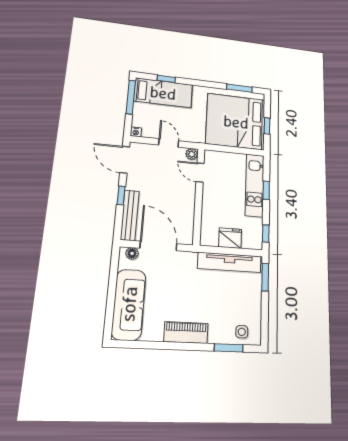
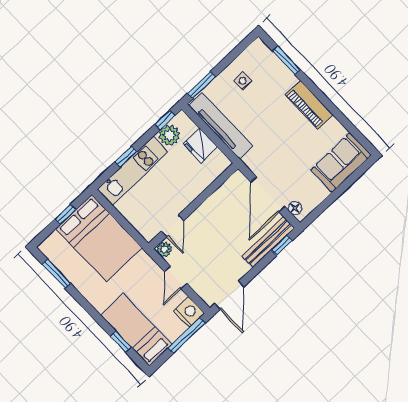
window: (131, 97) -> (187, 336), moved
bed: (236, 122) -> (99, 238), width x0.73
nightstand: (136, 132) -> (189, 312), width x1.89, depth x1.79
window: (121, 195) -> (282, 245), moved
plant: (254, 227) -> (169, 135), added
sofa: (129, 304) -> (341, 163), width x0.73
side table: (242, 332) -> (243, 81), moved

